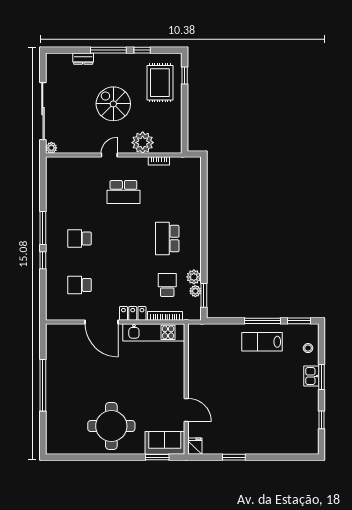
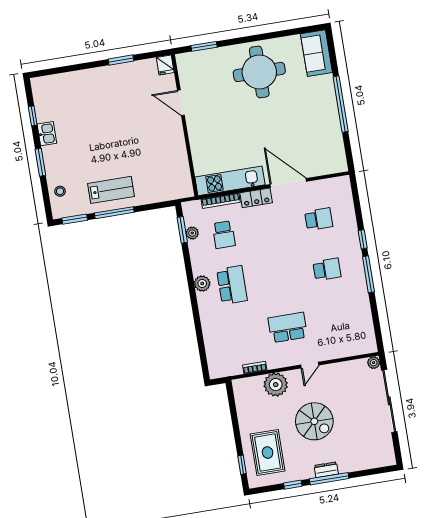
dresser: (83, 59) -> (326, 470), moved
plant: (194, 277) -> (202, 284), moved
kitchen sink: (311, 376) -> (47, 134), moved
sofa: (165, 443) -> (316, 53), moved, turned 90

